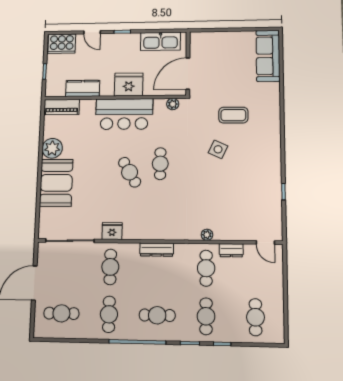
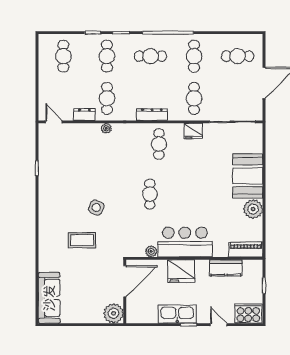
kitchen sink: (160, 41) -> (177, 314), moved
plant: (200, 41) -> (114, 313), added
plant: (173, 104) -> (151, 251), moved
cafe table: (130, 172) -> (159, 144), moved, turned 30

